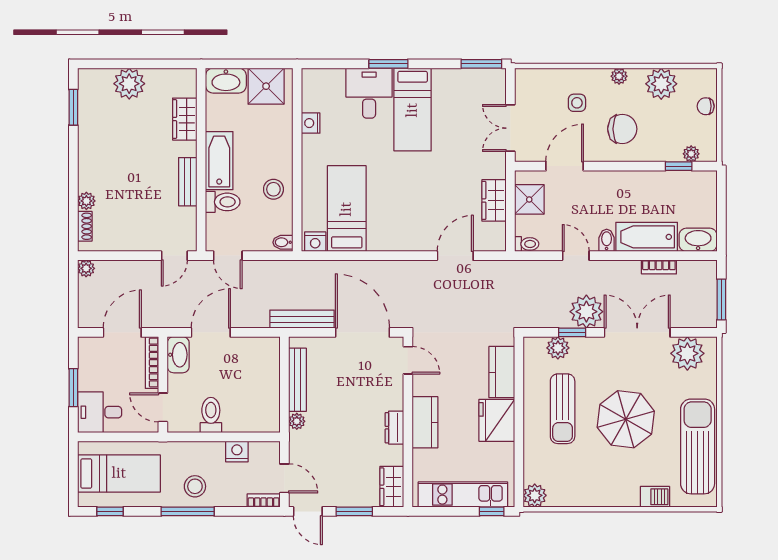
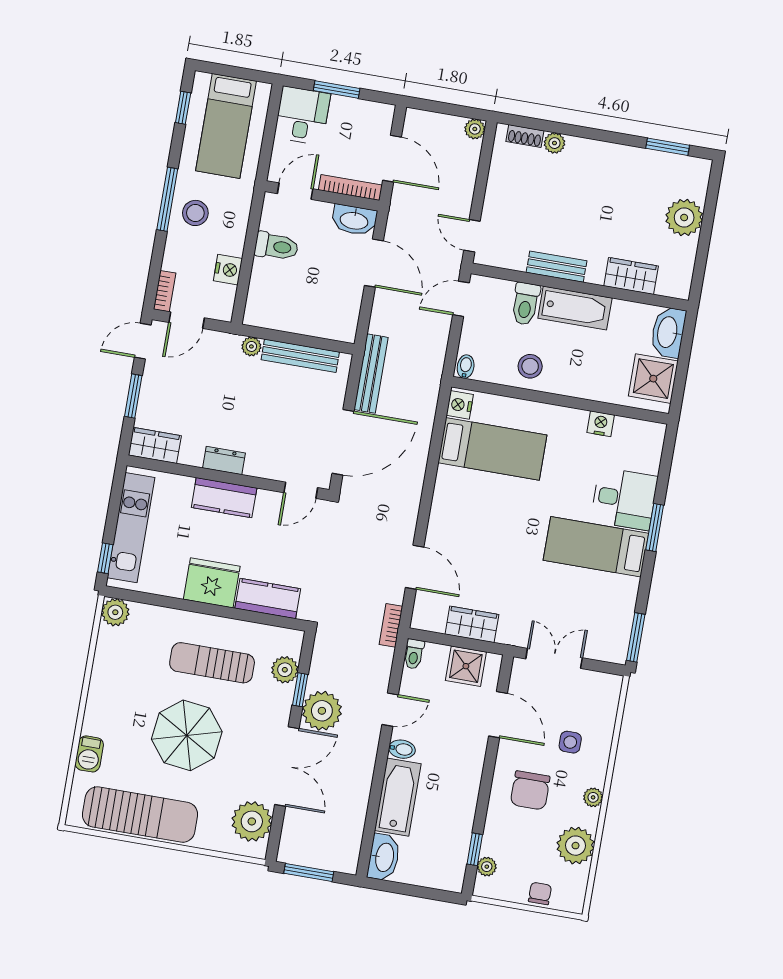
bookcase: (659, 267) -> (391, 625), moved

